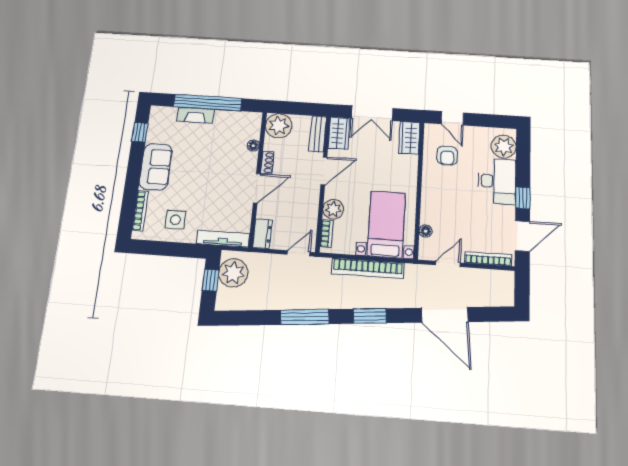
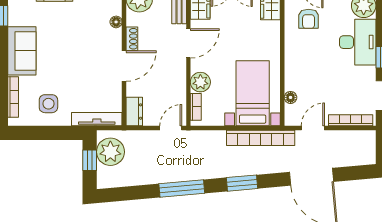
bookcase: (368, 268) -> (261, 138), moved

